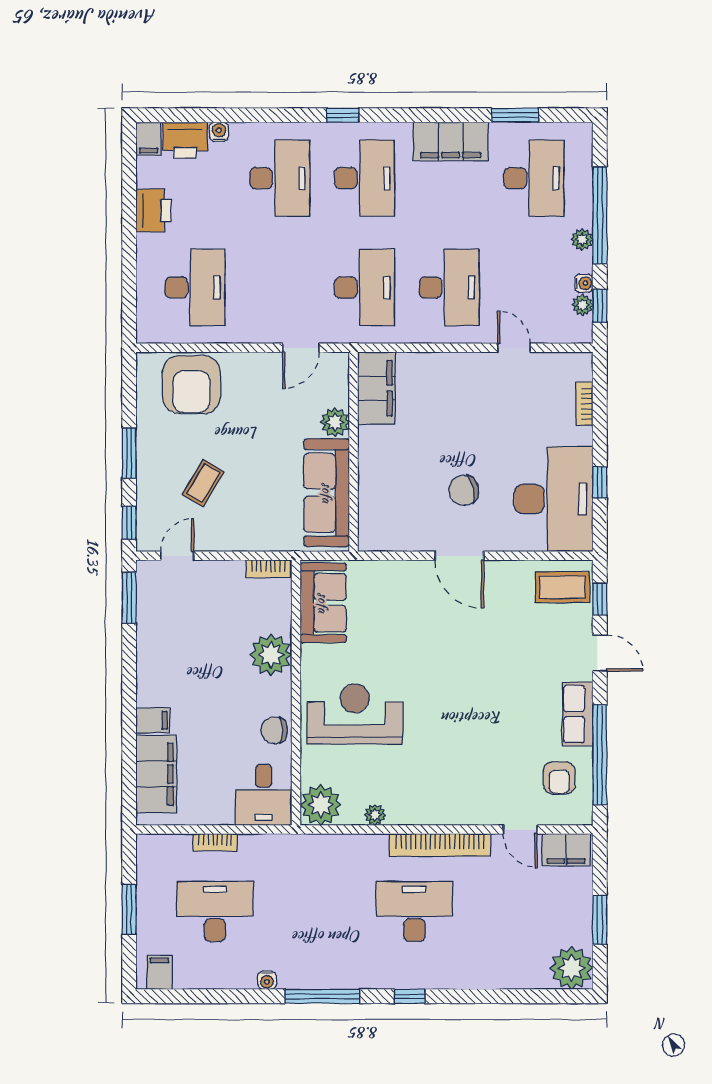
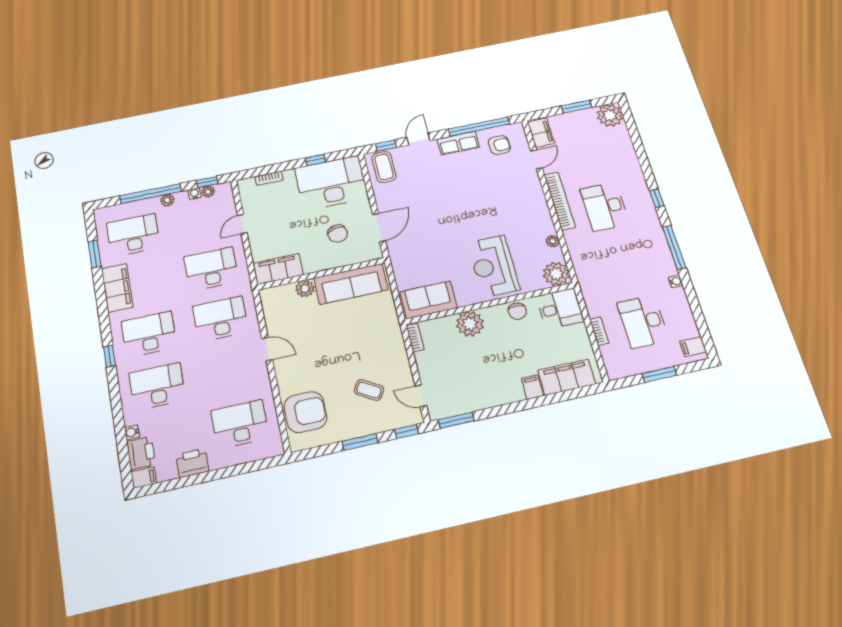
filing cabinet: (376, 388) -> (278, 269), moved
plant: (335, 422) -> (305, 289), moved
wall: (354, 452) -> (321, 274), moved
sofa: (327, 493) -> (351, 284), moved

